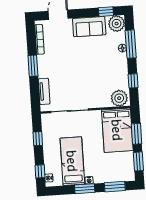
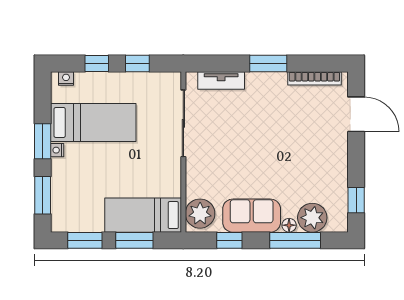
plant: (117, 24) -> (312, 218), moved
sofa: (89, 27) -> (252, 216), moved, turned 90
bed: (117, 130) -> (143, 215), width x0.67
window: (40, 171) -> (97, 63), moved

